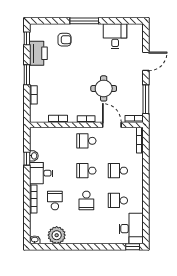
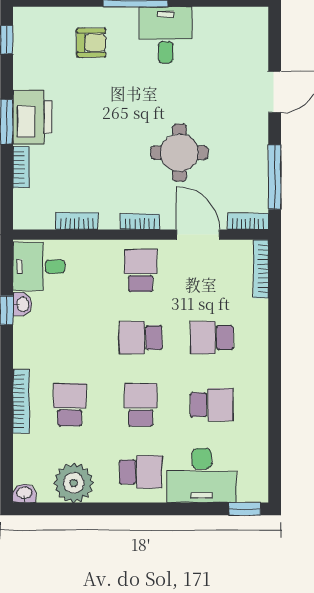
desk: (115, 36) -> (166, 35), moved
printer: (38, 53) -> (32, 117), moved
school desk: (86, 141) -> (141, 270), turned 90
desk: (41, 173) -> (39, 267), moved
school desk: (86, 200) -> (141, 405), turned 180
school desk: (118, 200) -> (212, 405), turned 180
desk: (131, 229) -> (202, 475), moved, turned 90
school desk: (86, 230) -> (141, 472), added

